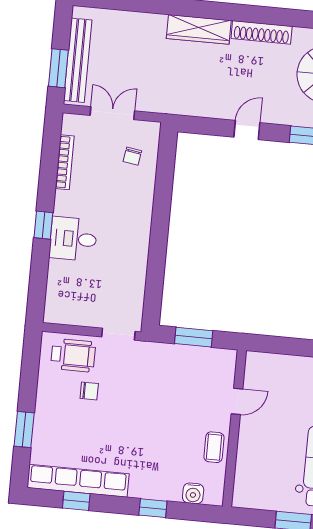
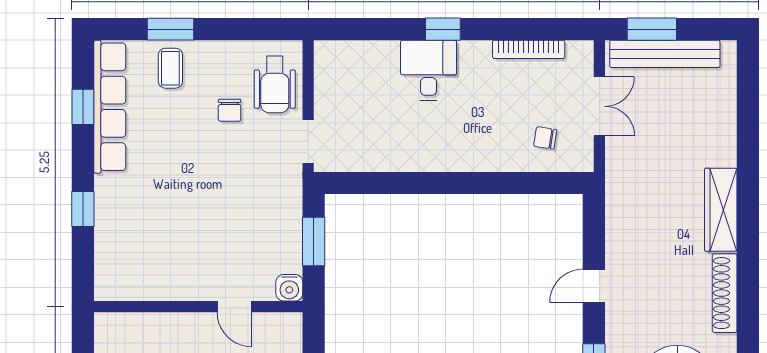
door: (247, 130) -> (594, 286), swing flipped
coffee table: (214, 447) -> (170, 68), moved, turned 90
water cooler: (193, 493) -> (289, 288), moved, turned -90

